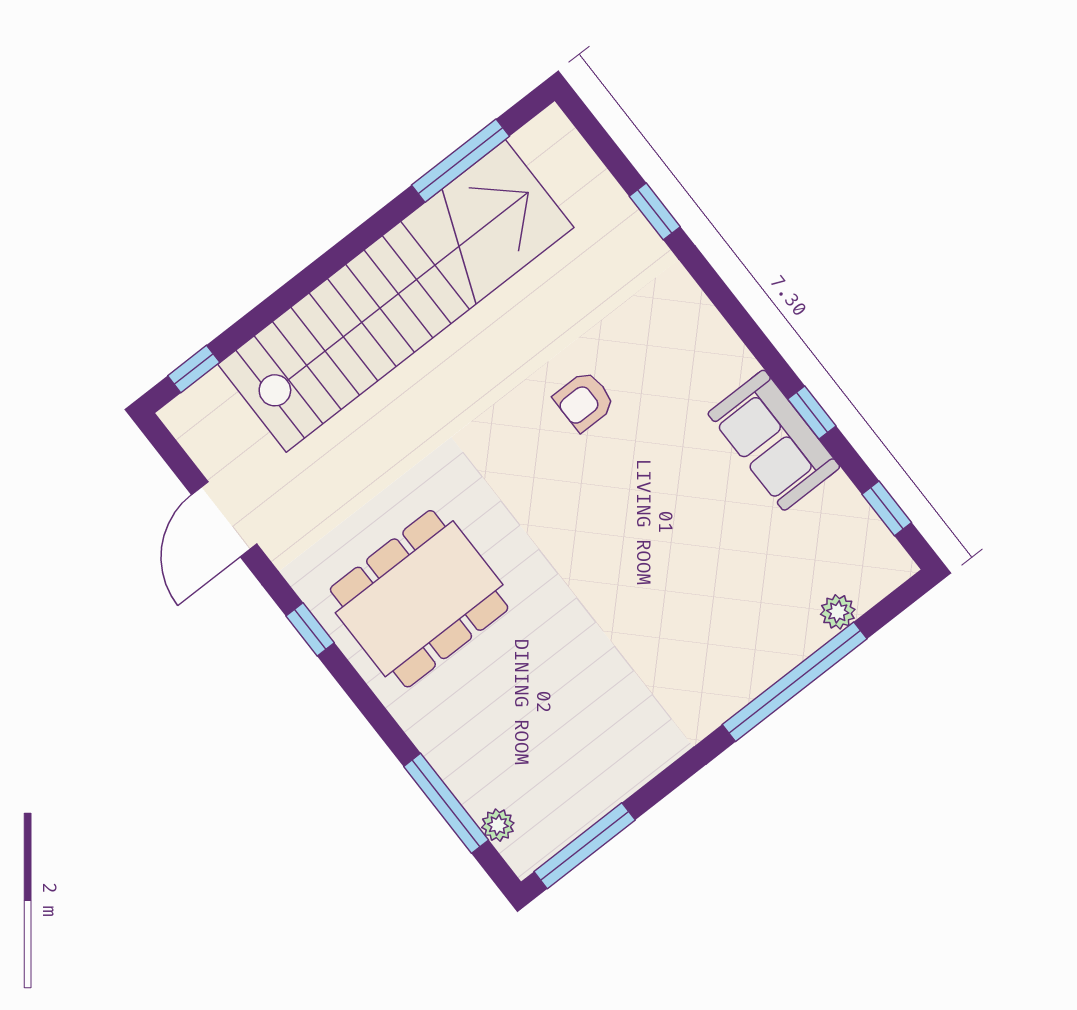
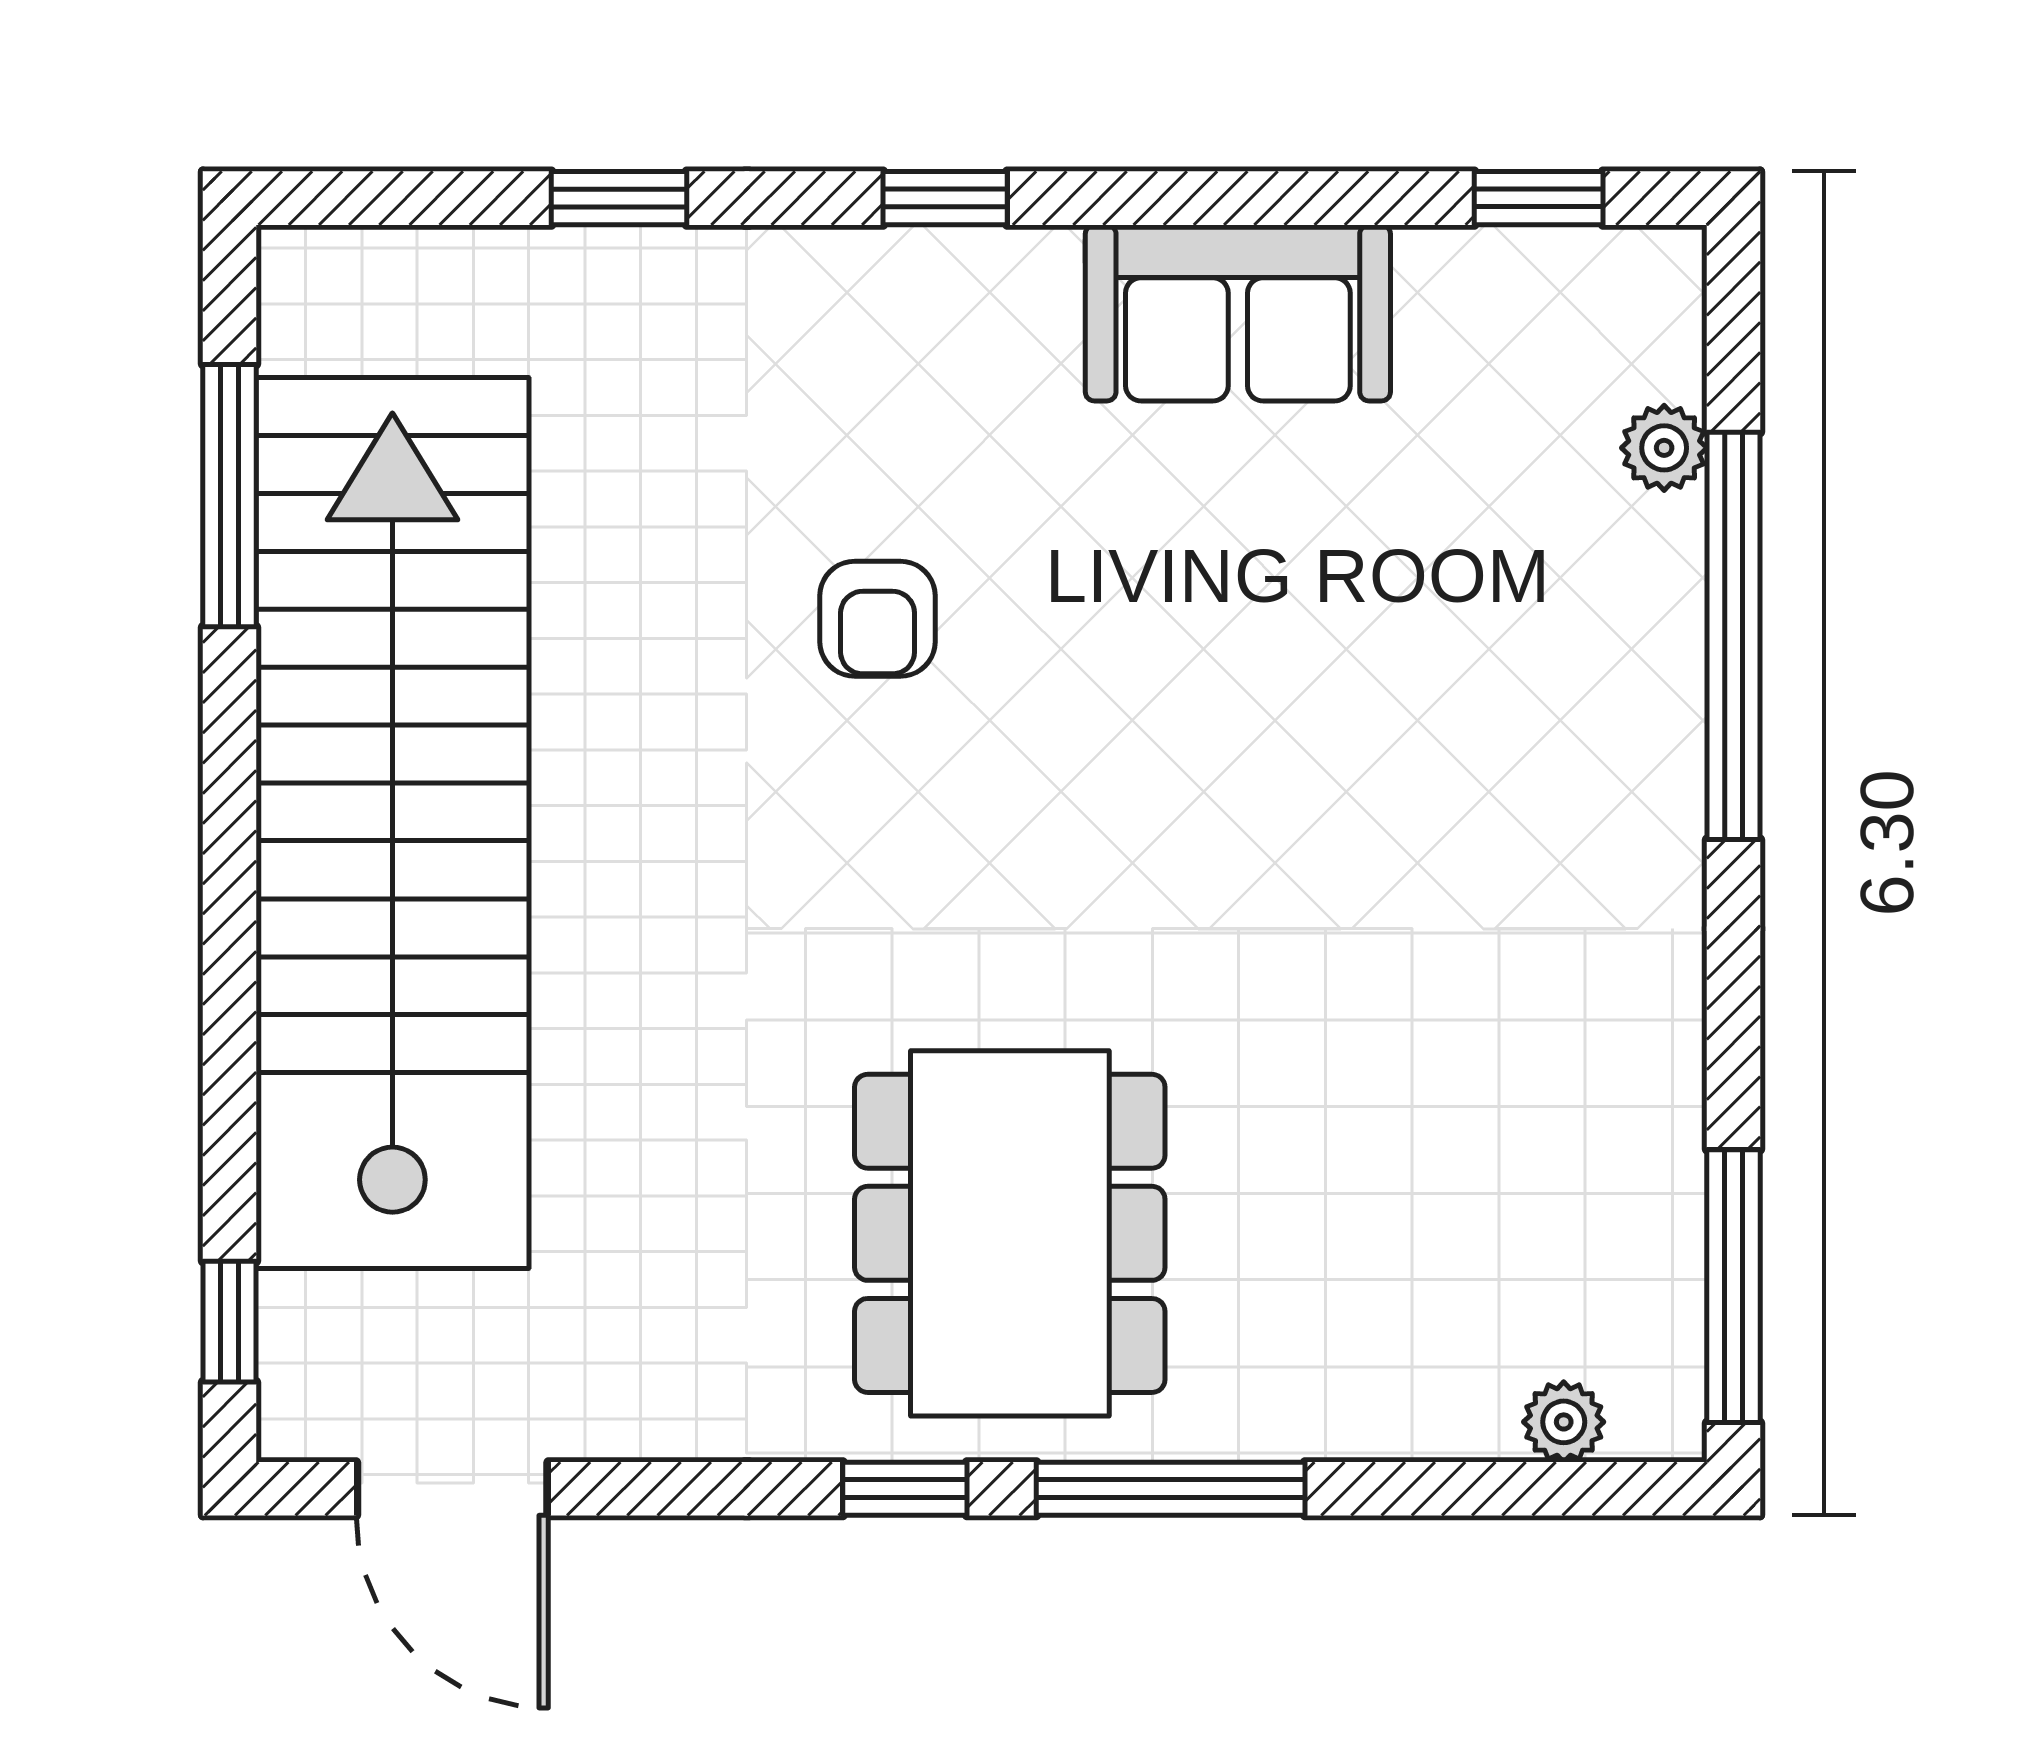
window: (812, 413) -> (945, 198), moved
door: (224, 519) -> (452, 1489), moved
window: (446, 803) -> (1171, 1489), moved

